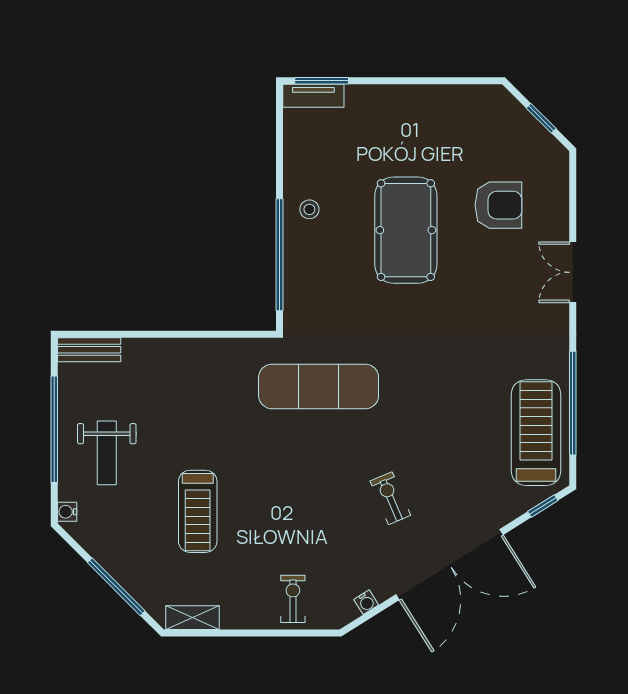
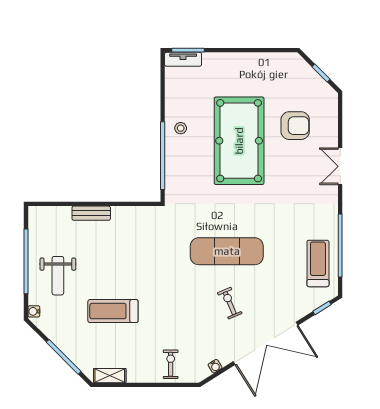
pool table: (406, 230) -> (239, 141), width x1.36, depth x1.32
bench: (89, 350) -> (91, 213), moved
exercise mat: (319, 386) -> (227, 251), moved
treadmill: (536, 433) -> (318, 263), width x0.73, depth x0.73
treadmill: (198, 511) -> (113, 311), turned 90

